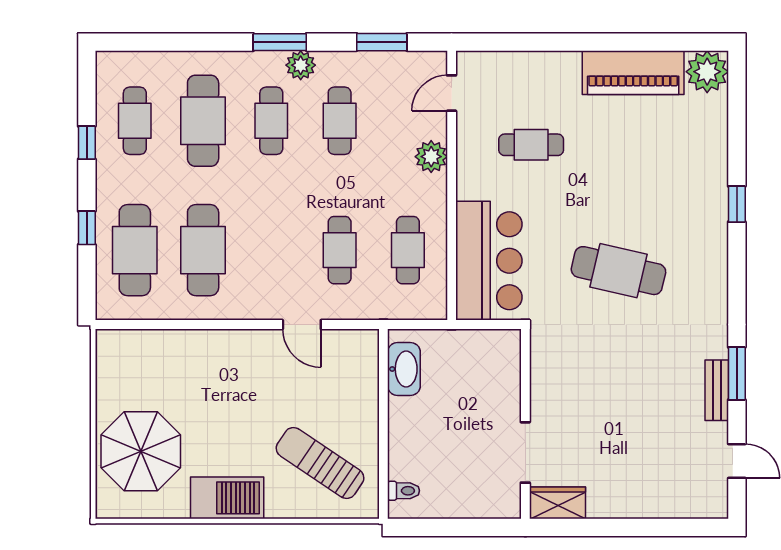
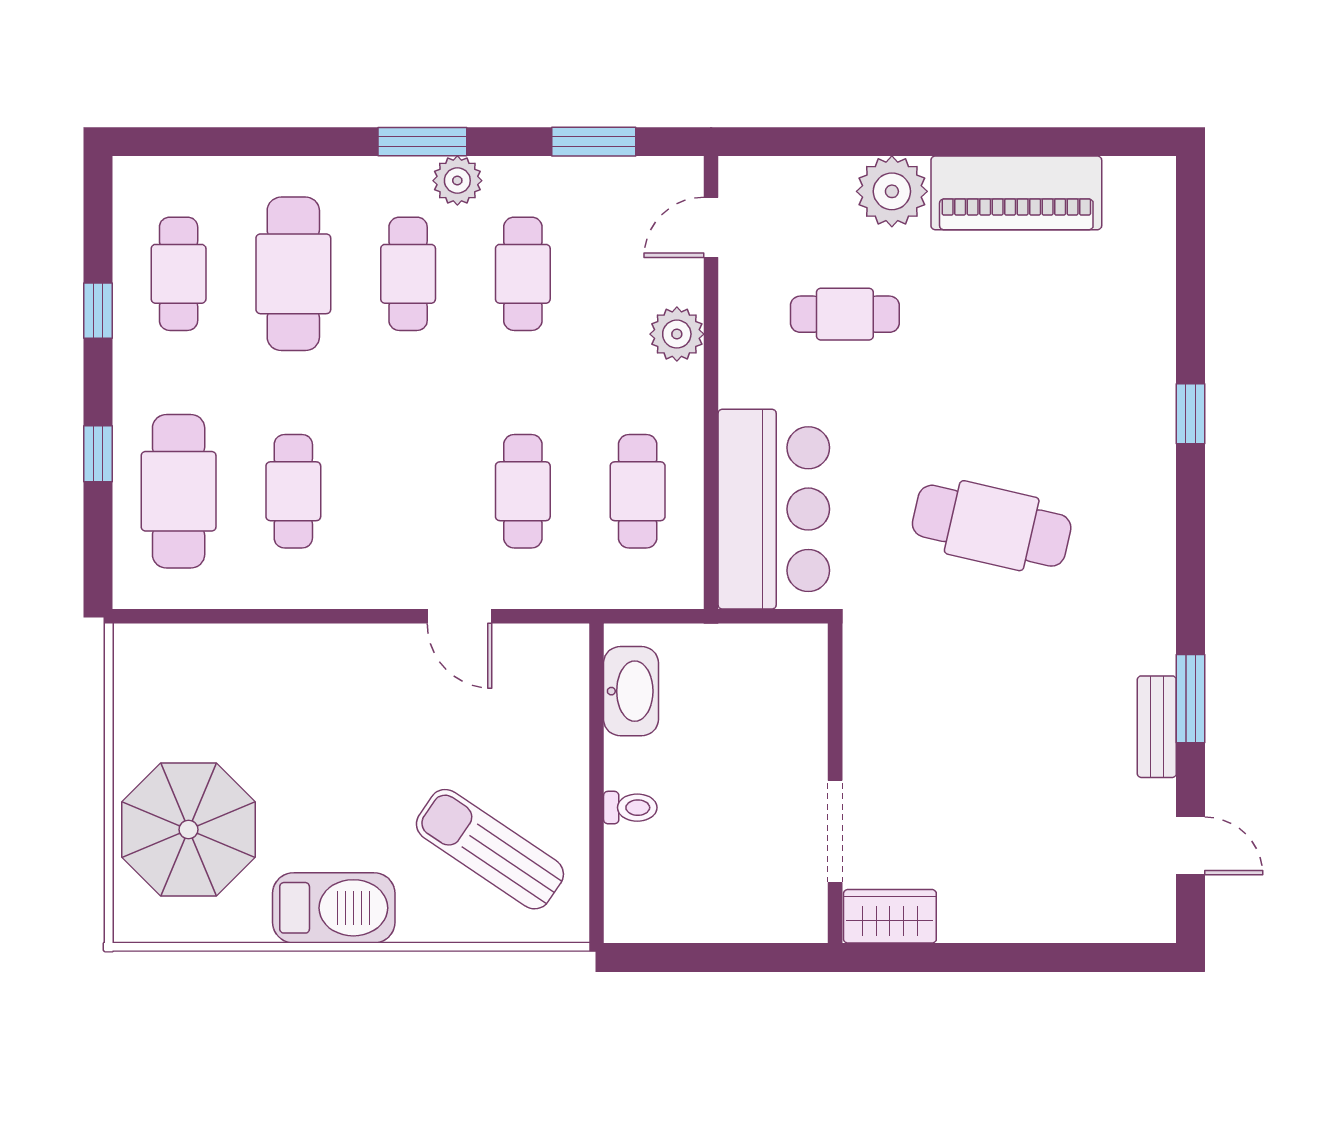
plant: (707, 72) -> (892, 191), moved
cafe table: (203, 250) -> (293, 491), width x0.73, depth x0.74
toilet: (404, 491) -> (630, 808), moved

